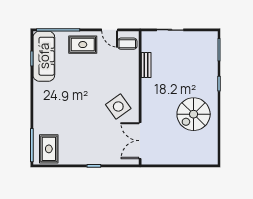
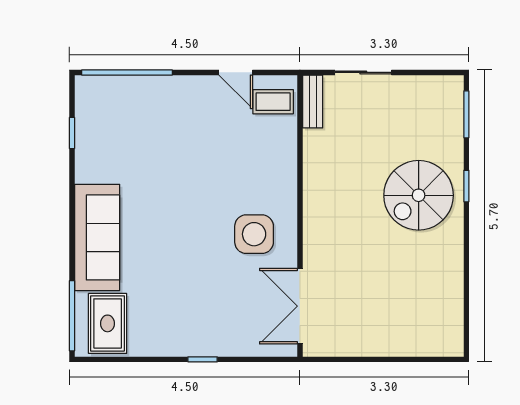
rug: (83, 45) -> (179, 104), removed
sofa: (44, 56) -> (97, 237), moved
bench: (146, 65) -> (313, 101), moved
side table: (118, 106) -> (254, 234), turned 36
spiral stairs: (194, 114) -> (419, 195), moved

